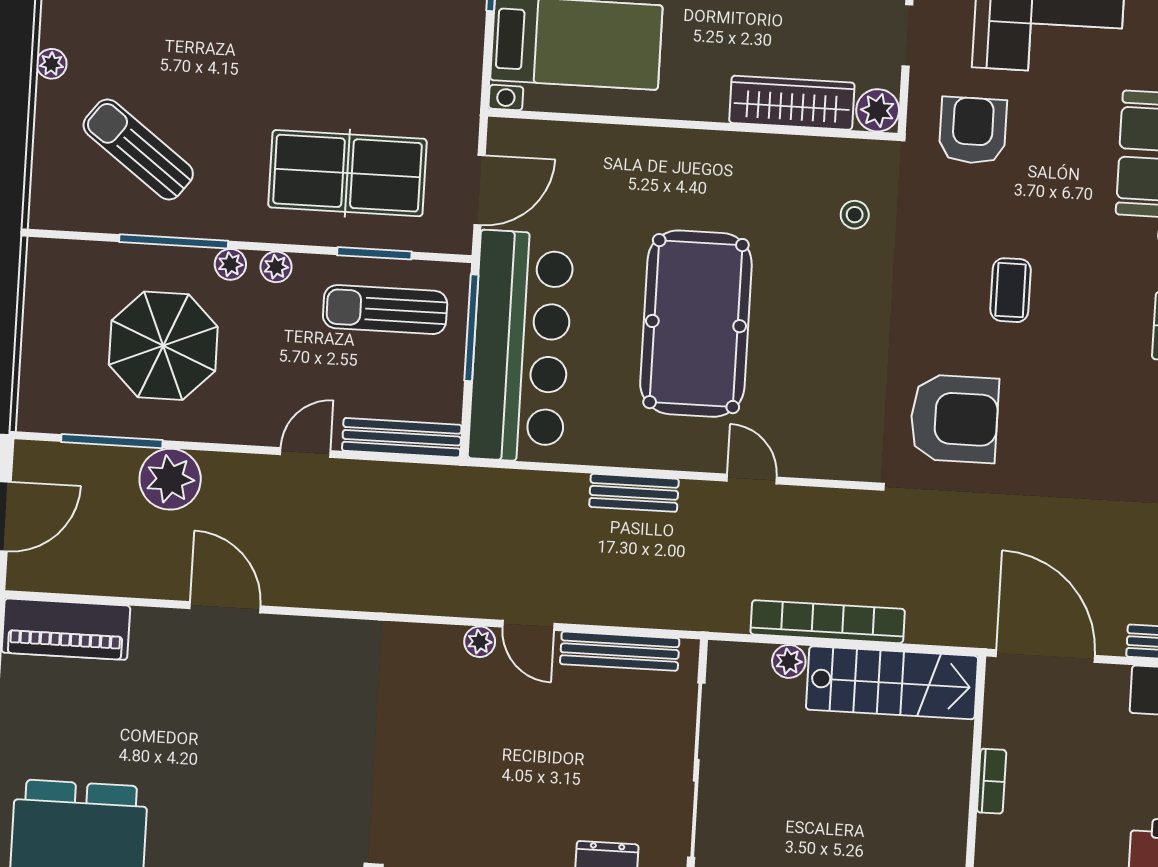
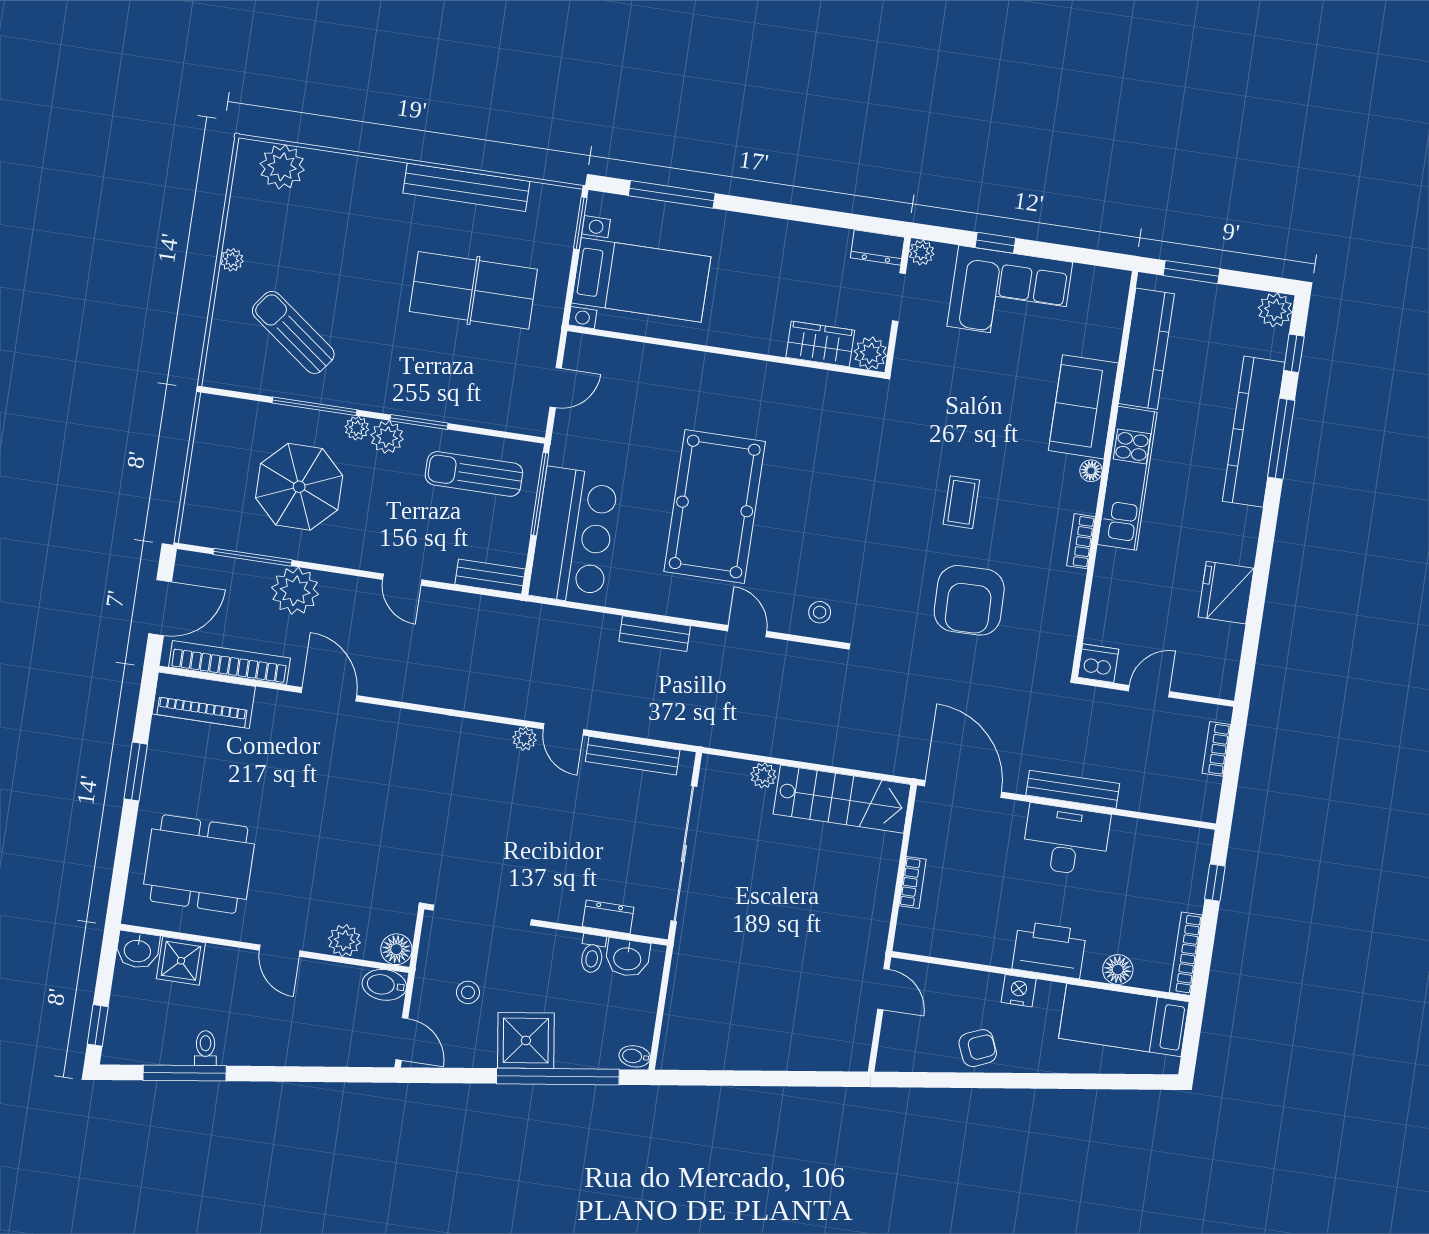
wardrobe: (792, 103) -> (820, 344), width x0.67
armchair: (973, 130) -> (943, 376), removed
table tennis table: (347, 173) -> (473, 290), moved
door: (480, 190) -> (556, 388), width x0.73
stool: (855, 215) -> (820, 612), moved
window: (374, 253) -> (419, 422), moved
plant: (276, 267) -> (387, 437), width x1.38, depth x1.38
bar counter: (521, 347) -> (574, 536), width x0.73
armchair: (954, 419) -> (969, 600), moved, turned 89
bench: (402, 438) -> (490, 577), width x0.73
door: (305, 453) -> (402, 580), swing flipped
bookcase: (828, 622) -> (229, 663), moved

